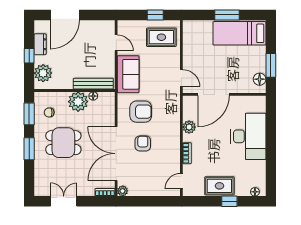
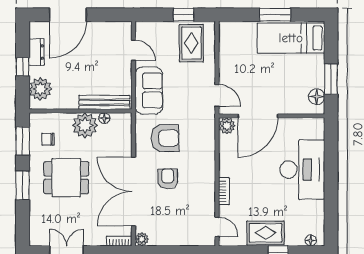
rug: (161, 37) -> (191, 43), turned 90
plant: (189, 127) -> (227, 126), moved
door: (181, 181) -> (217, 227), swing flipped

